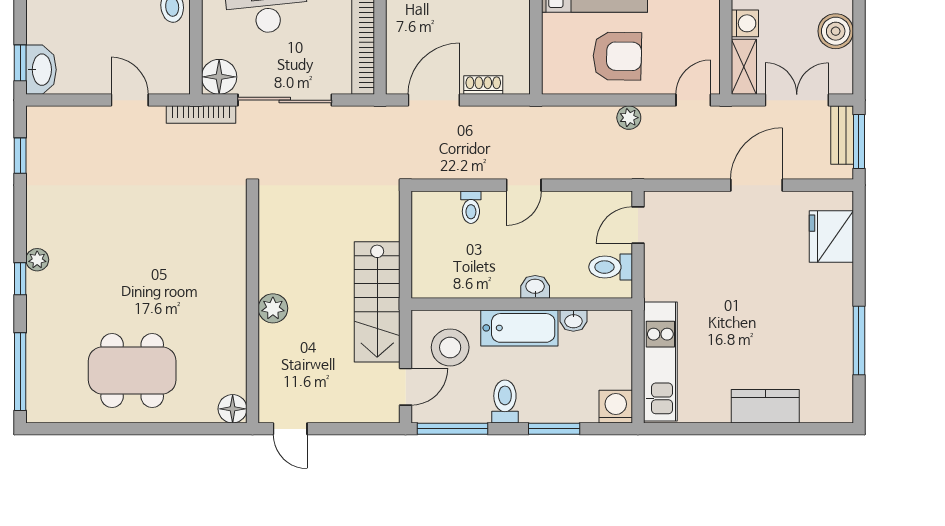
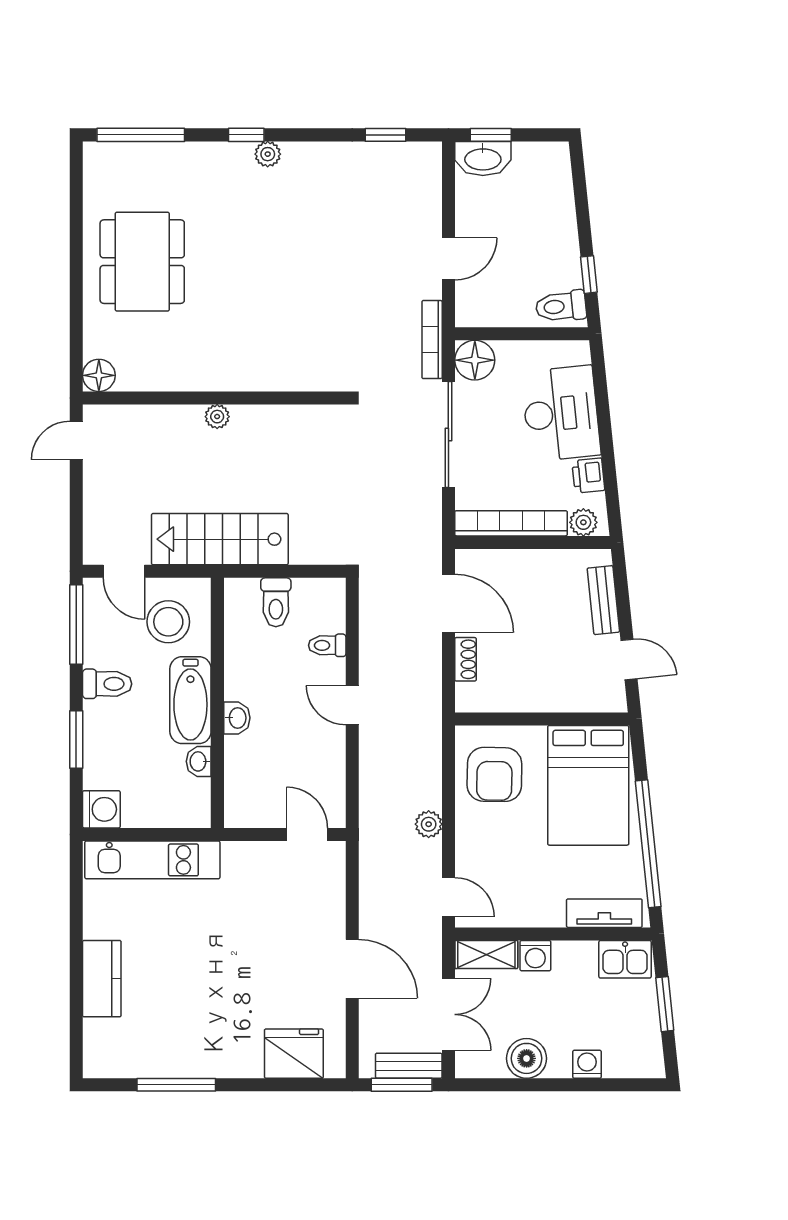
armchair: (617, 56) -> (494, 774), moved
toilet: (611, 267) -> (276, 602), moved, turned 180
plant: (273, 308) -> (217, 417), width x0.73, depth x0.73

